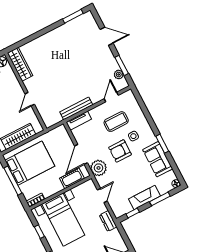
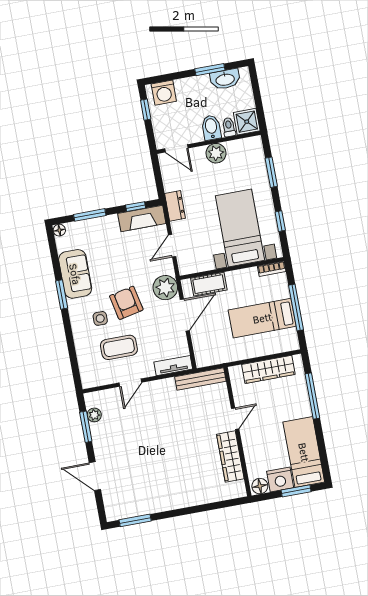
wardrobe: (20, 64) -> (230, 456), moved
door: (111, 97) -> (130, 383), moved
bench: (76, 108) -> (200, 379), moved
armchair: (120, 151) -> (126, 303), turned -102
bed: (30, 163) -> (262, 318), width x0.67
fireplace: (144, 197) -> (142, 218), moved

